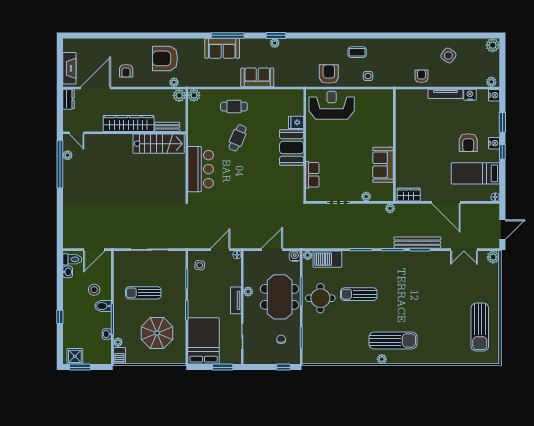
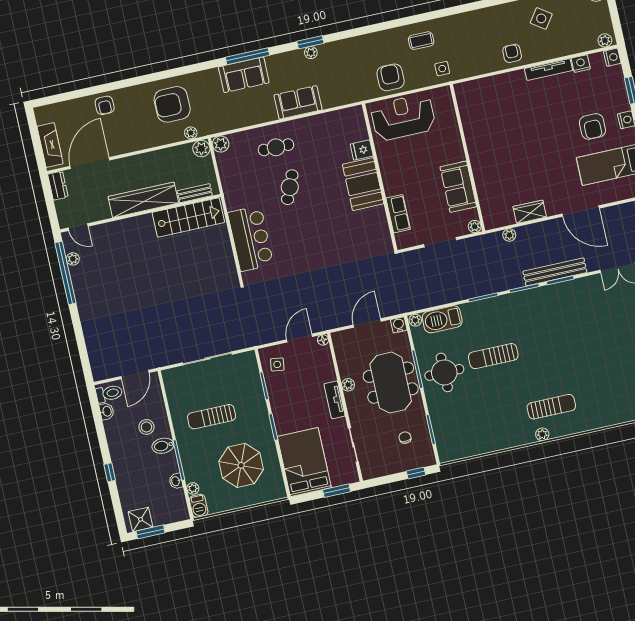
armchair: (126, 71) -> (105, 105), moved
wall: (394, 145) -> (467, 158), moved
sofa: (383, 165) -> (458, 187), moved
sun lounger: (393, 340) -> (551, 407), width x0.73, depth x0.75

